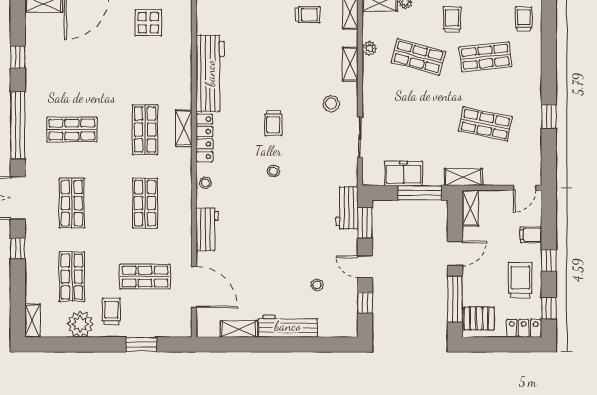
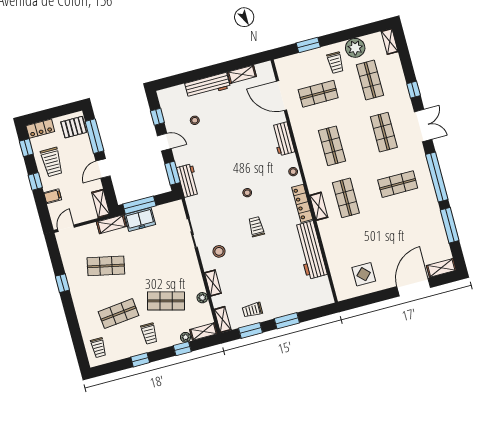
window: (18, 57) -> (450, 225), width x2.17
freezer: (403, 173) -> (140, 220), moved

